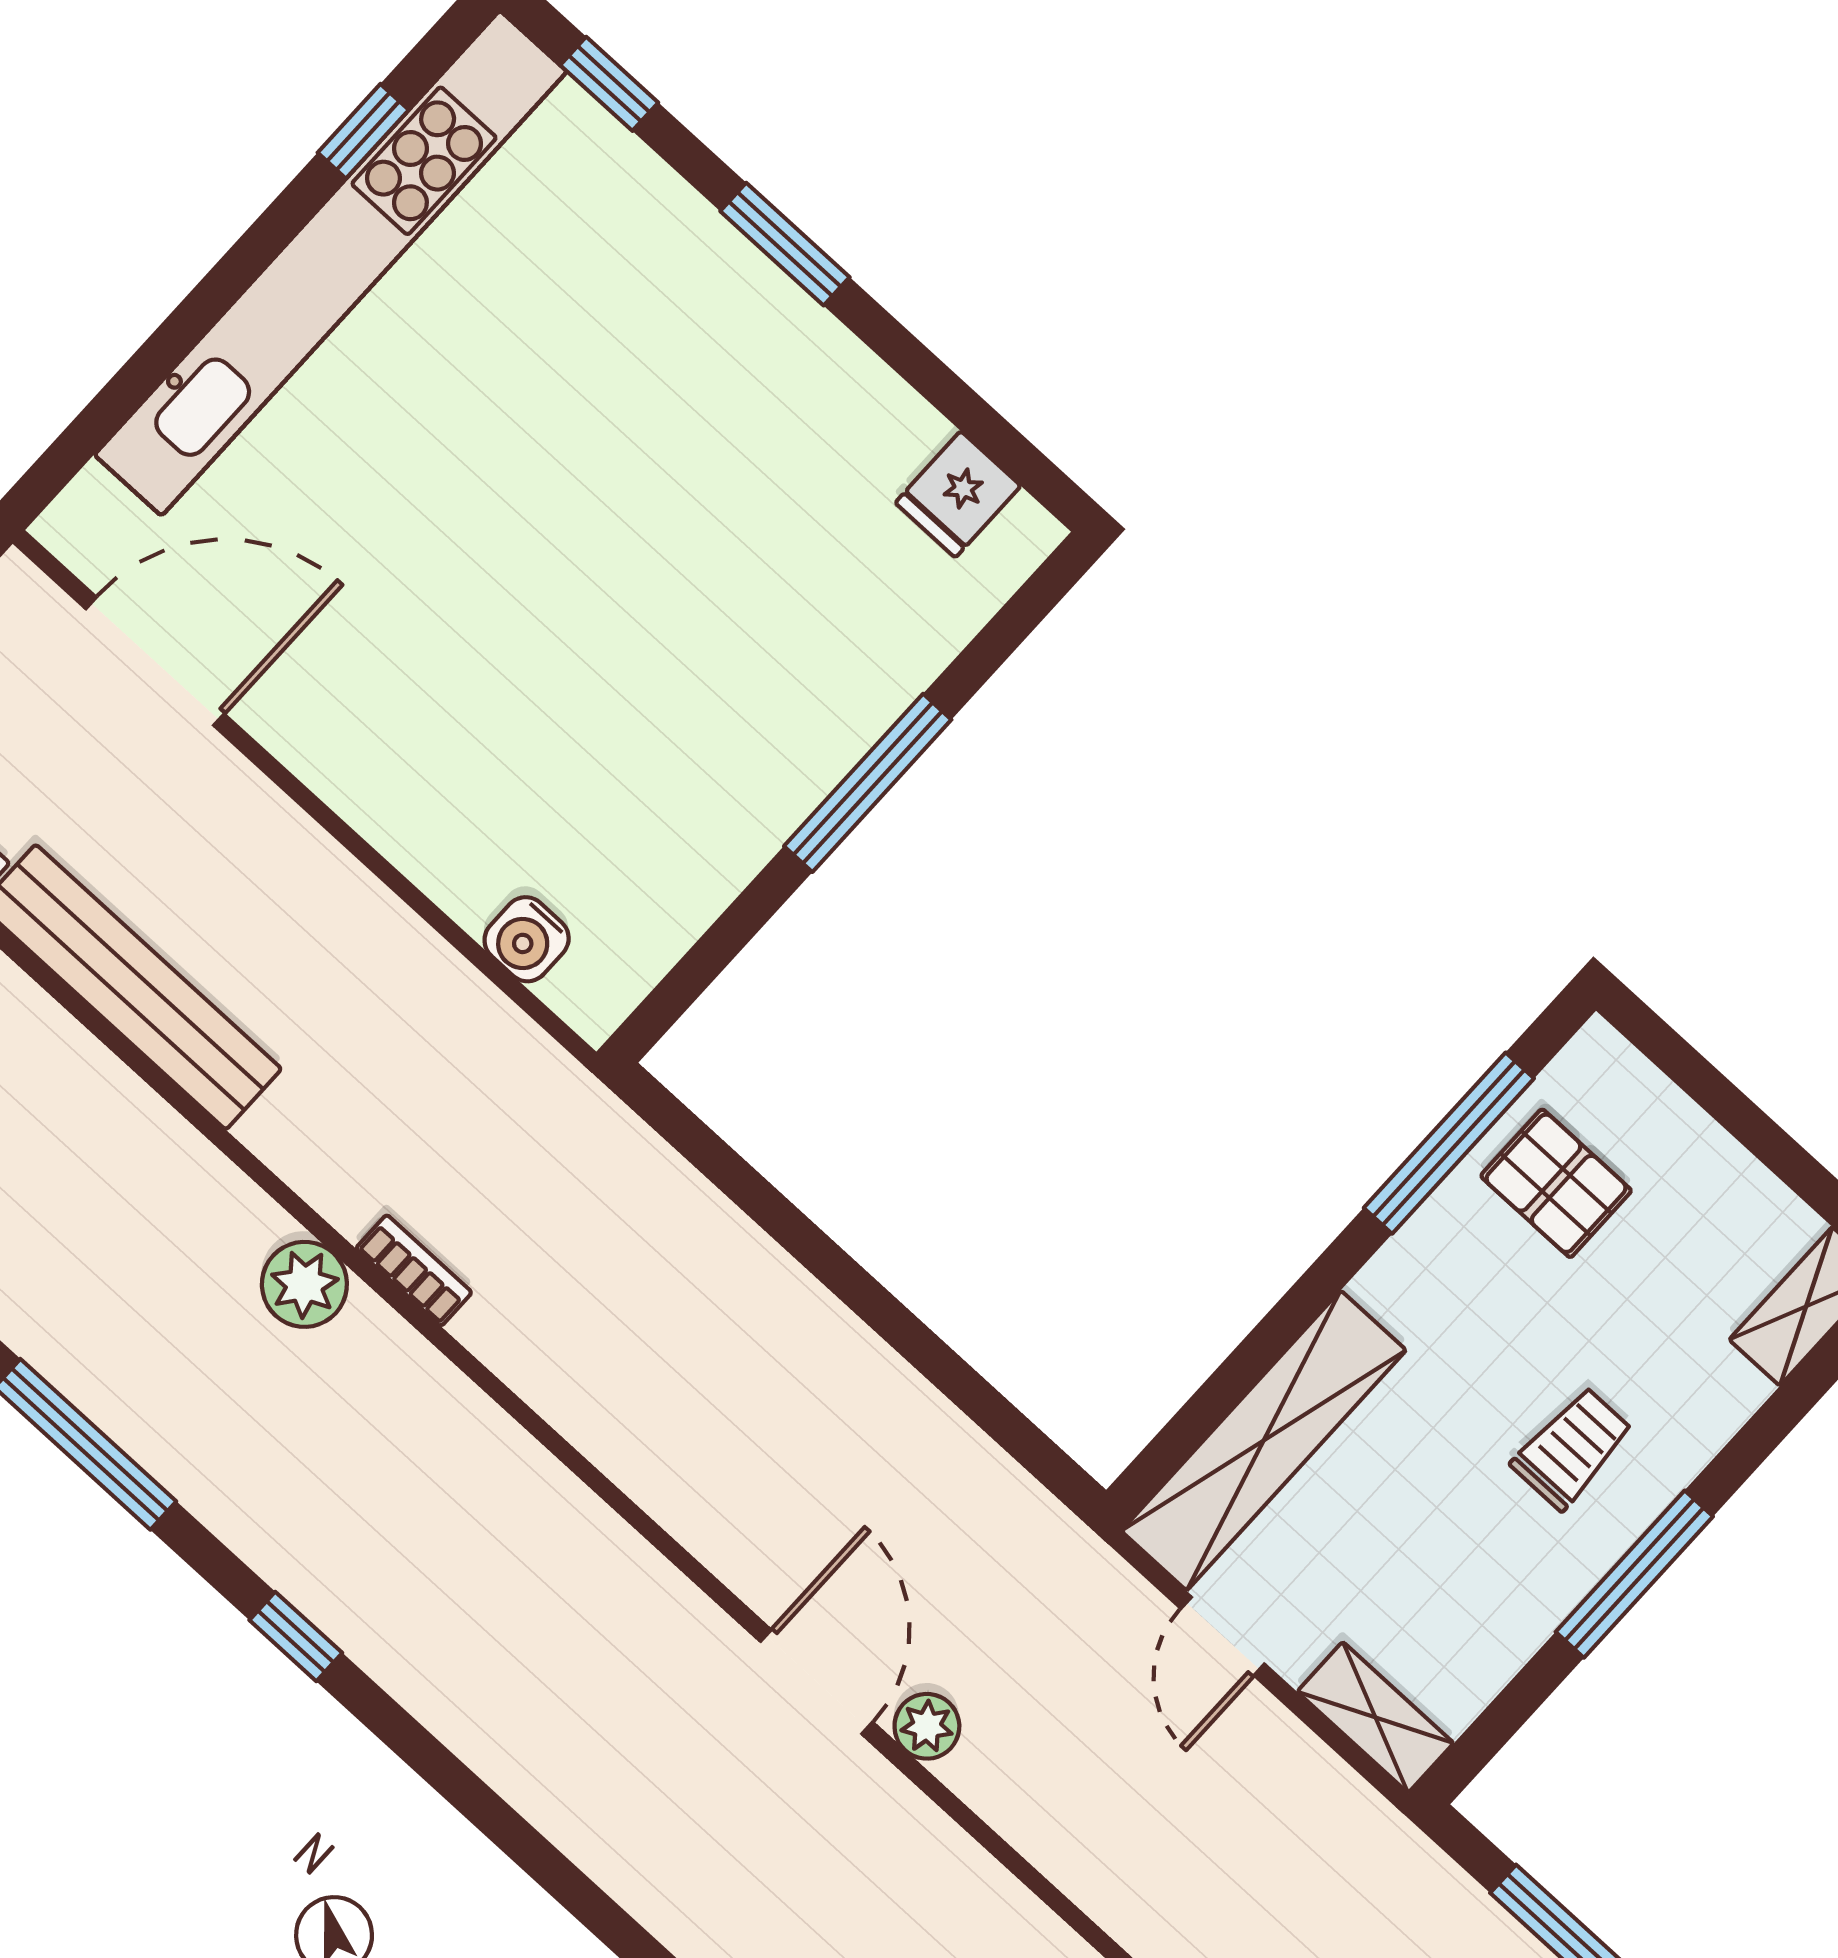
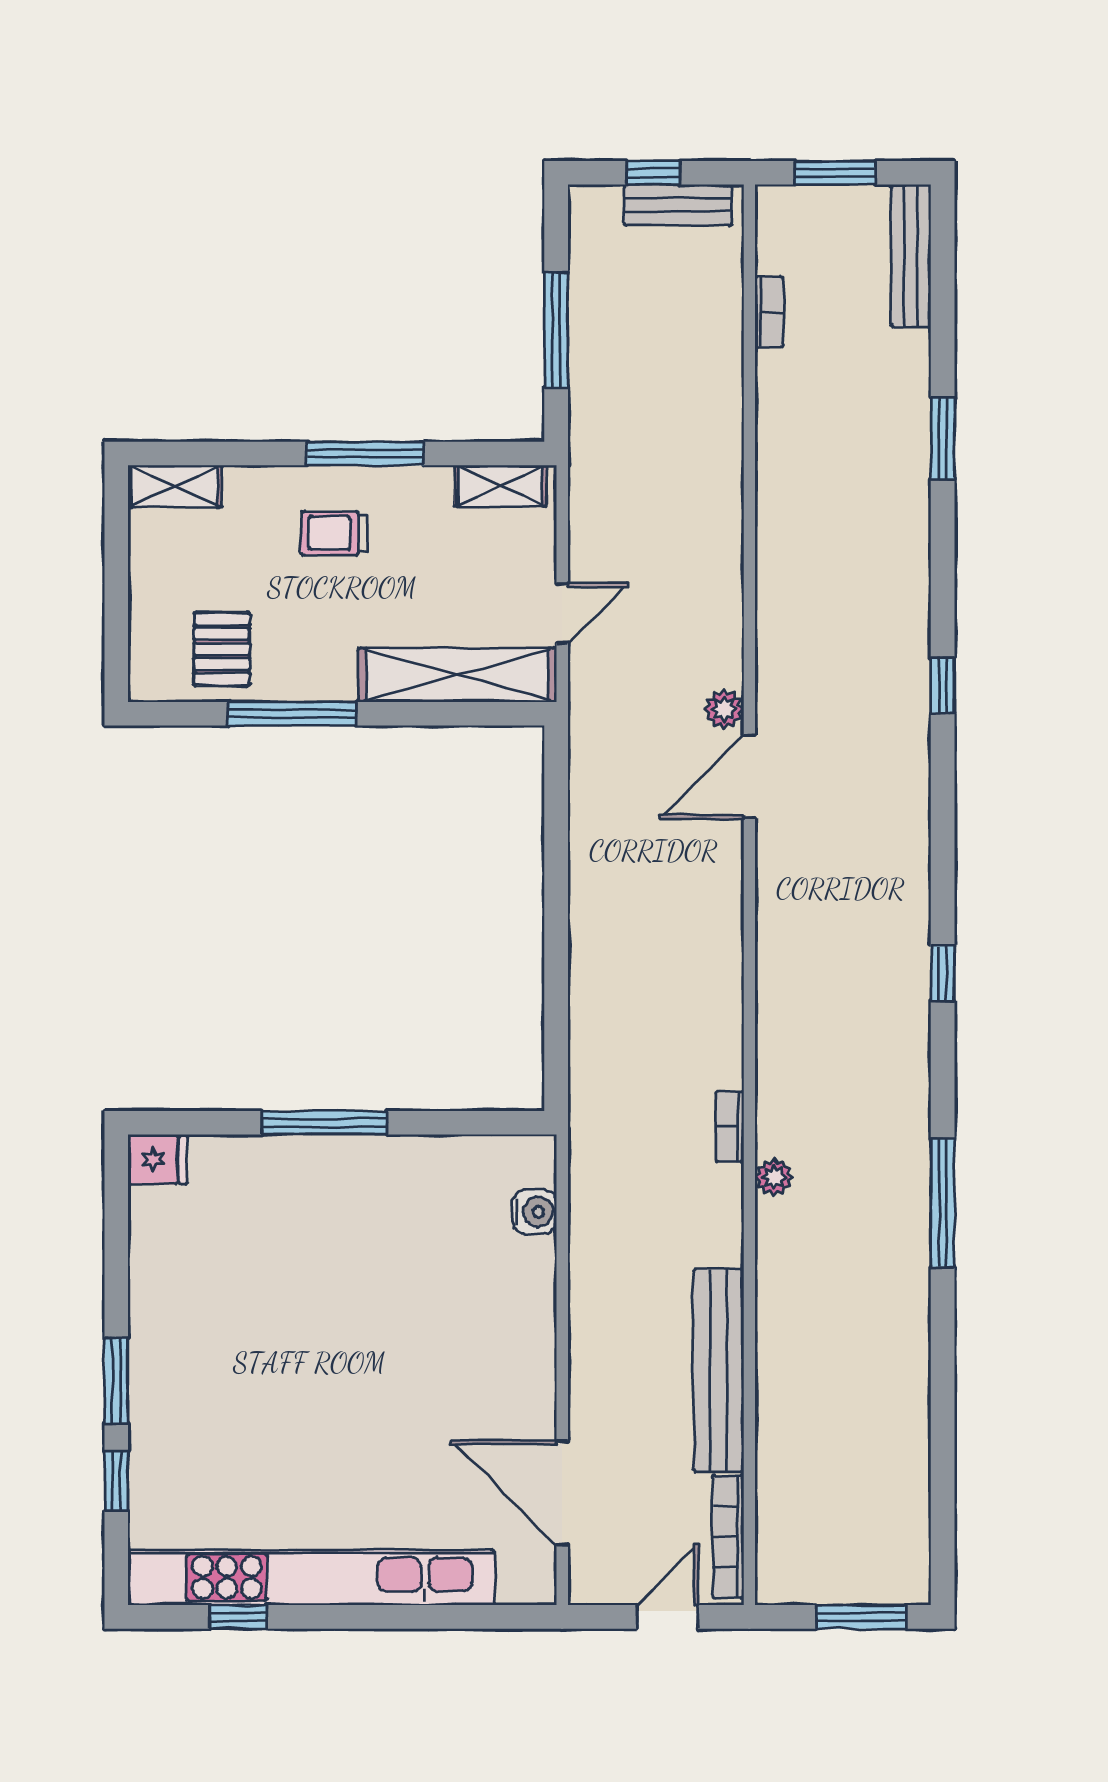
window: (609, 84) -> (116, 1481), moved
fridge: (958, 494) -> (158, 1159), moved
window: (1449, 1143) -> (292, 714), moved
plant: (304, 1284) -> (774, 1177), width x0.73, depth x0.73
window: (296, 1636) -> (943, 973), moved
shelving: (1375, 1717) -> (501, 486), moved, turned 90

